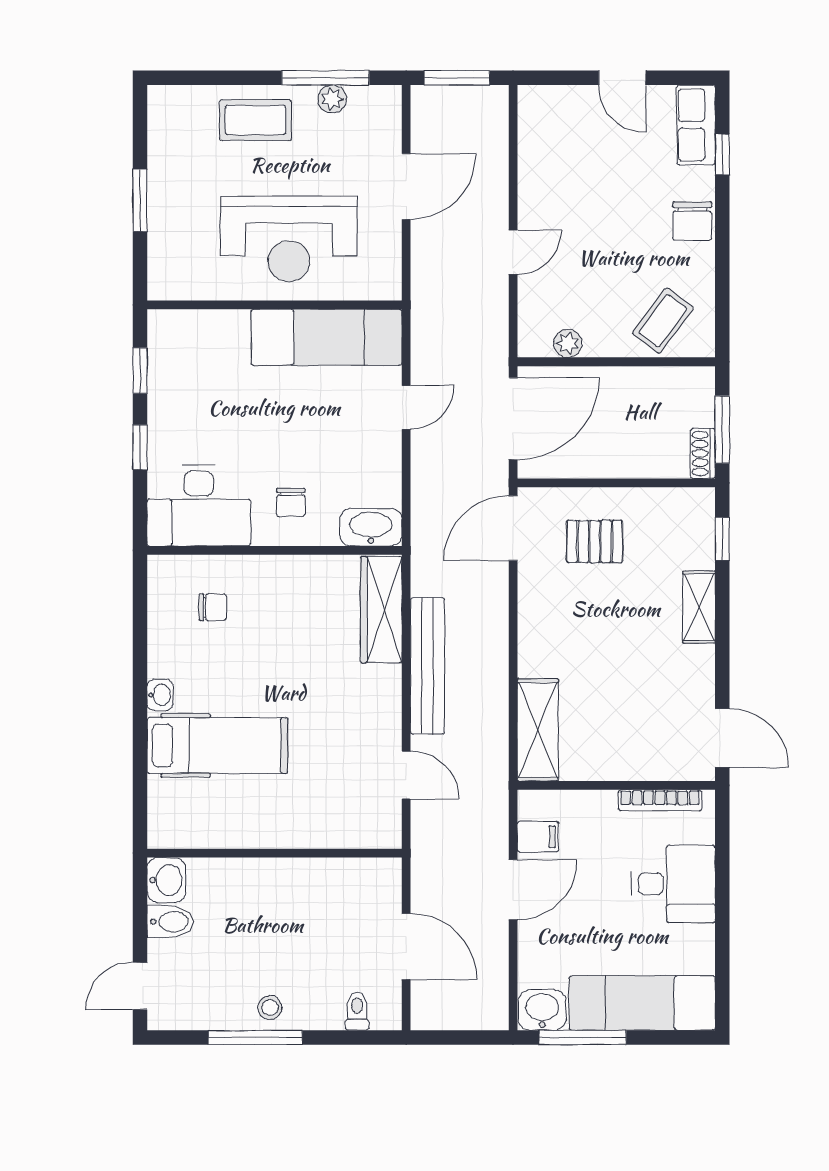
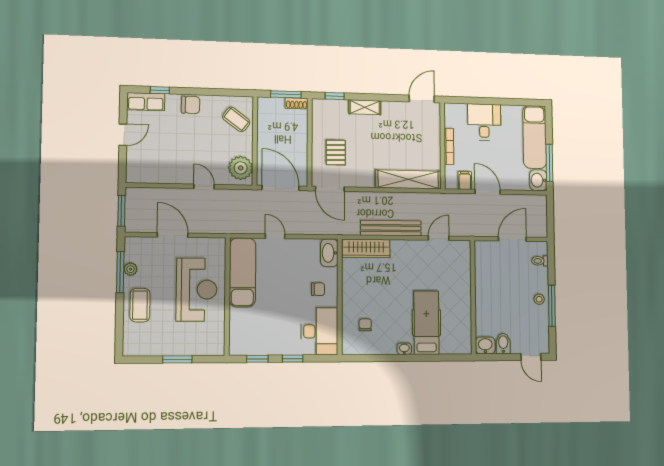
plant: (568, 343) -> (241, 168), width x1.88, depth x1.88
shelving: (538, 730) -> (408, 179), width x1.47
bookcase: (660, 800) -> (449, 146), moved

